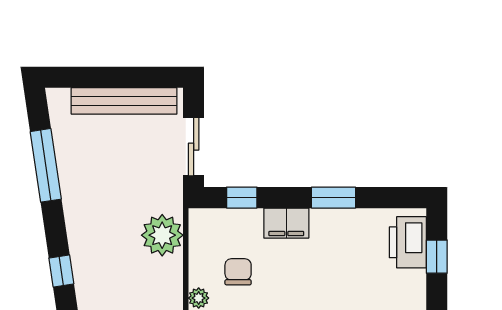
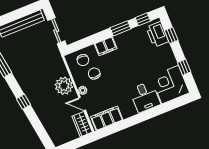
window: (242, 198) -> (143, 19), moved
chair: (225, 233) -> (83, 60), added
plant: (162, 235) -> (64, 86), moved

